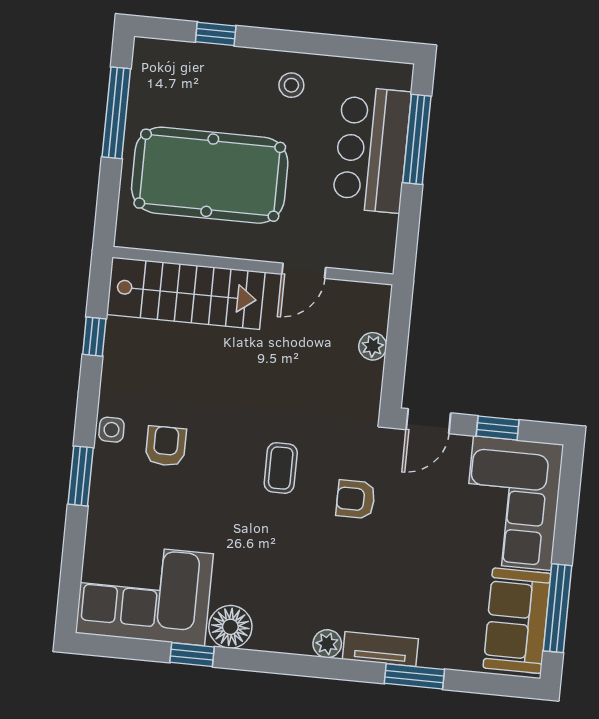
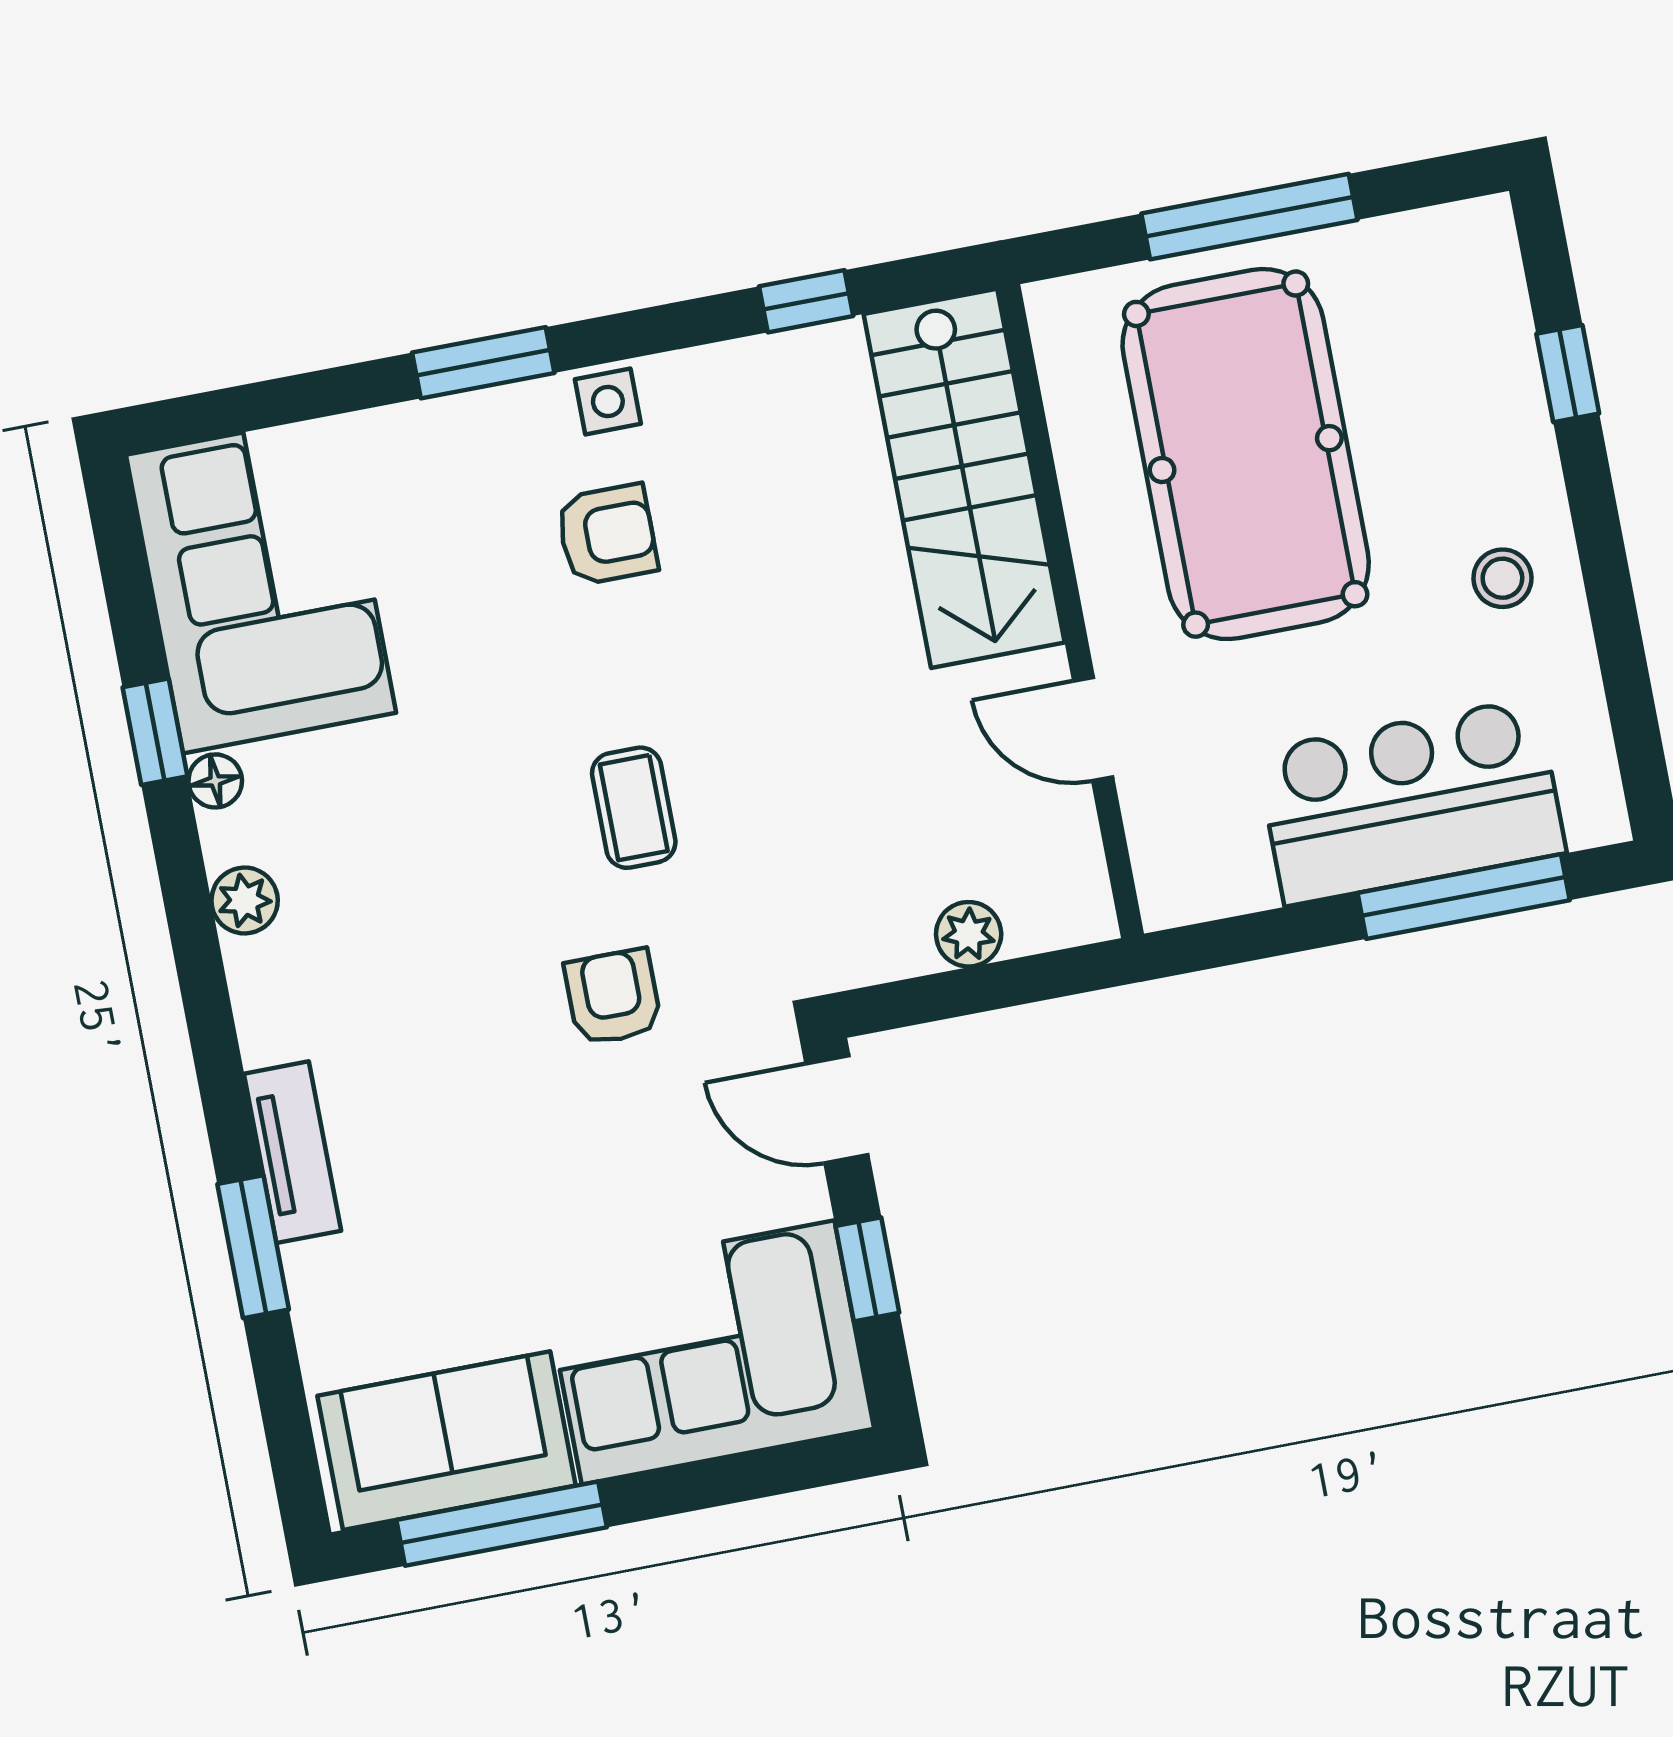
window: (116, 113) -> (1249, 217), moved
coffee table: (281, 468) -> (634, 808), turned 90
floor lamp: (230, 627) -> (215, 781), width x0.53, depth x0.53
plant: (327, 644) -> (245, 900), moved

